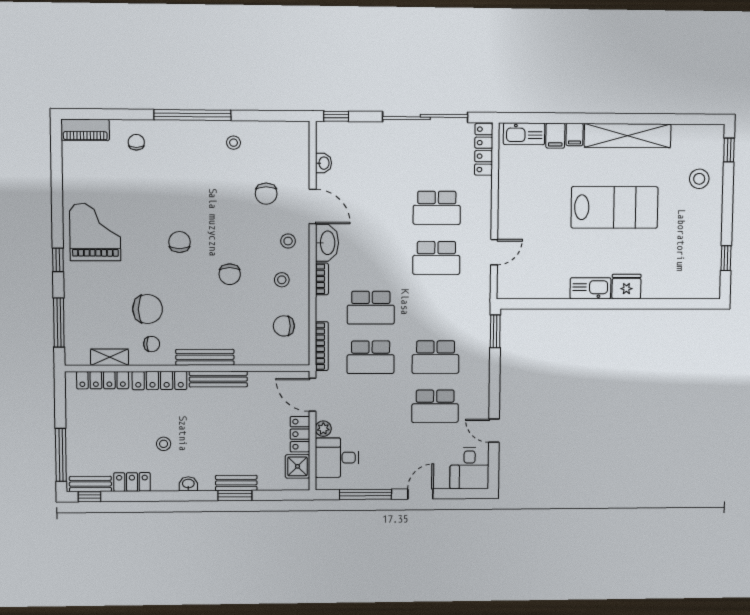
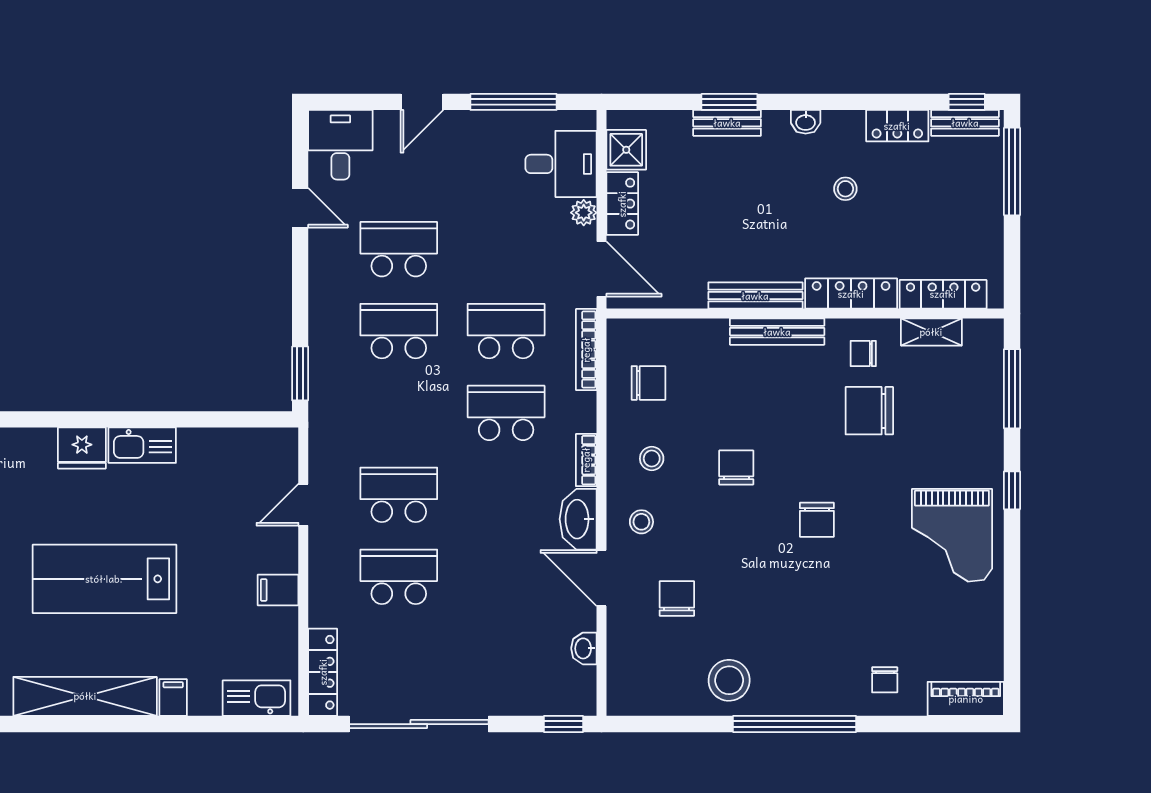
filing cabinet: (555, 136) -> (278, 590), moved, turned -90
stool: (234, 143) -> (729, 680), width x1.89, depth x1.89

